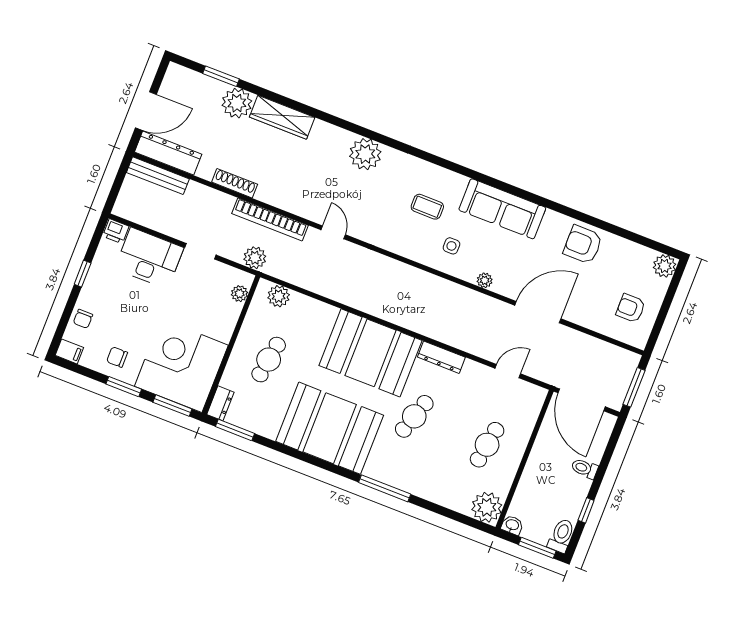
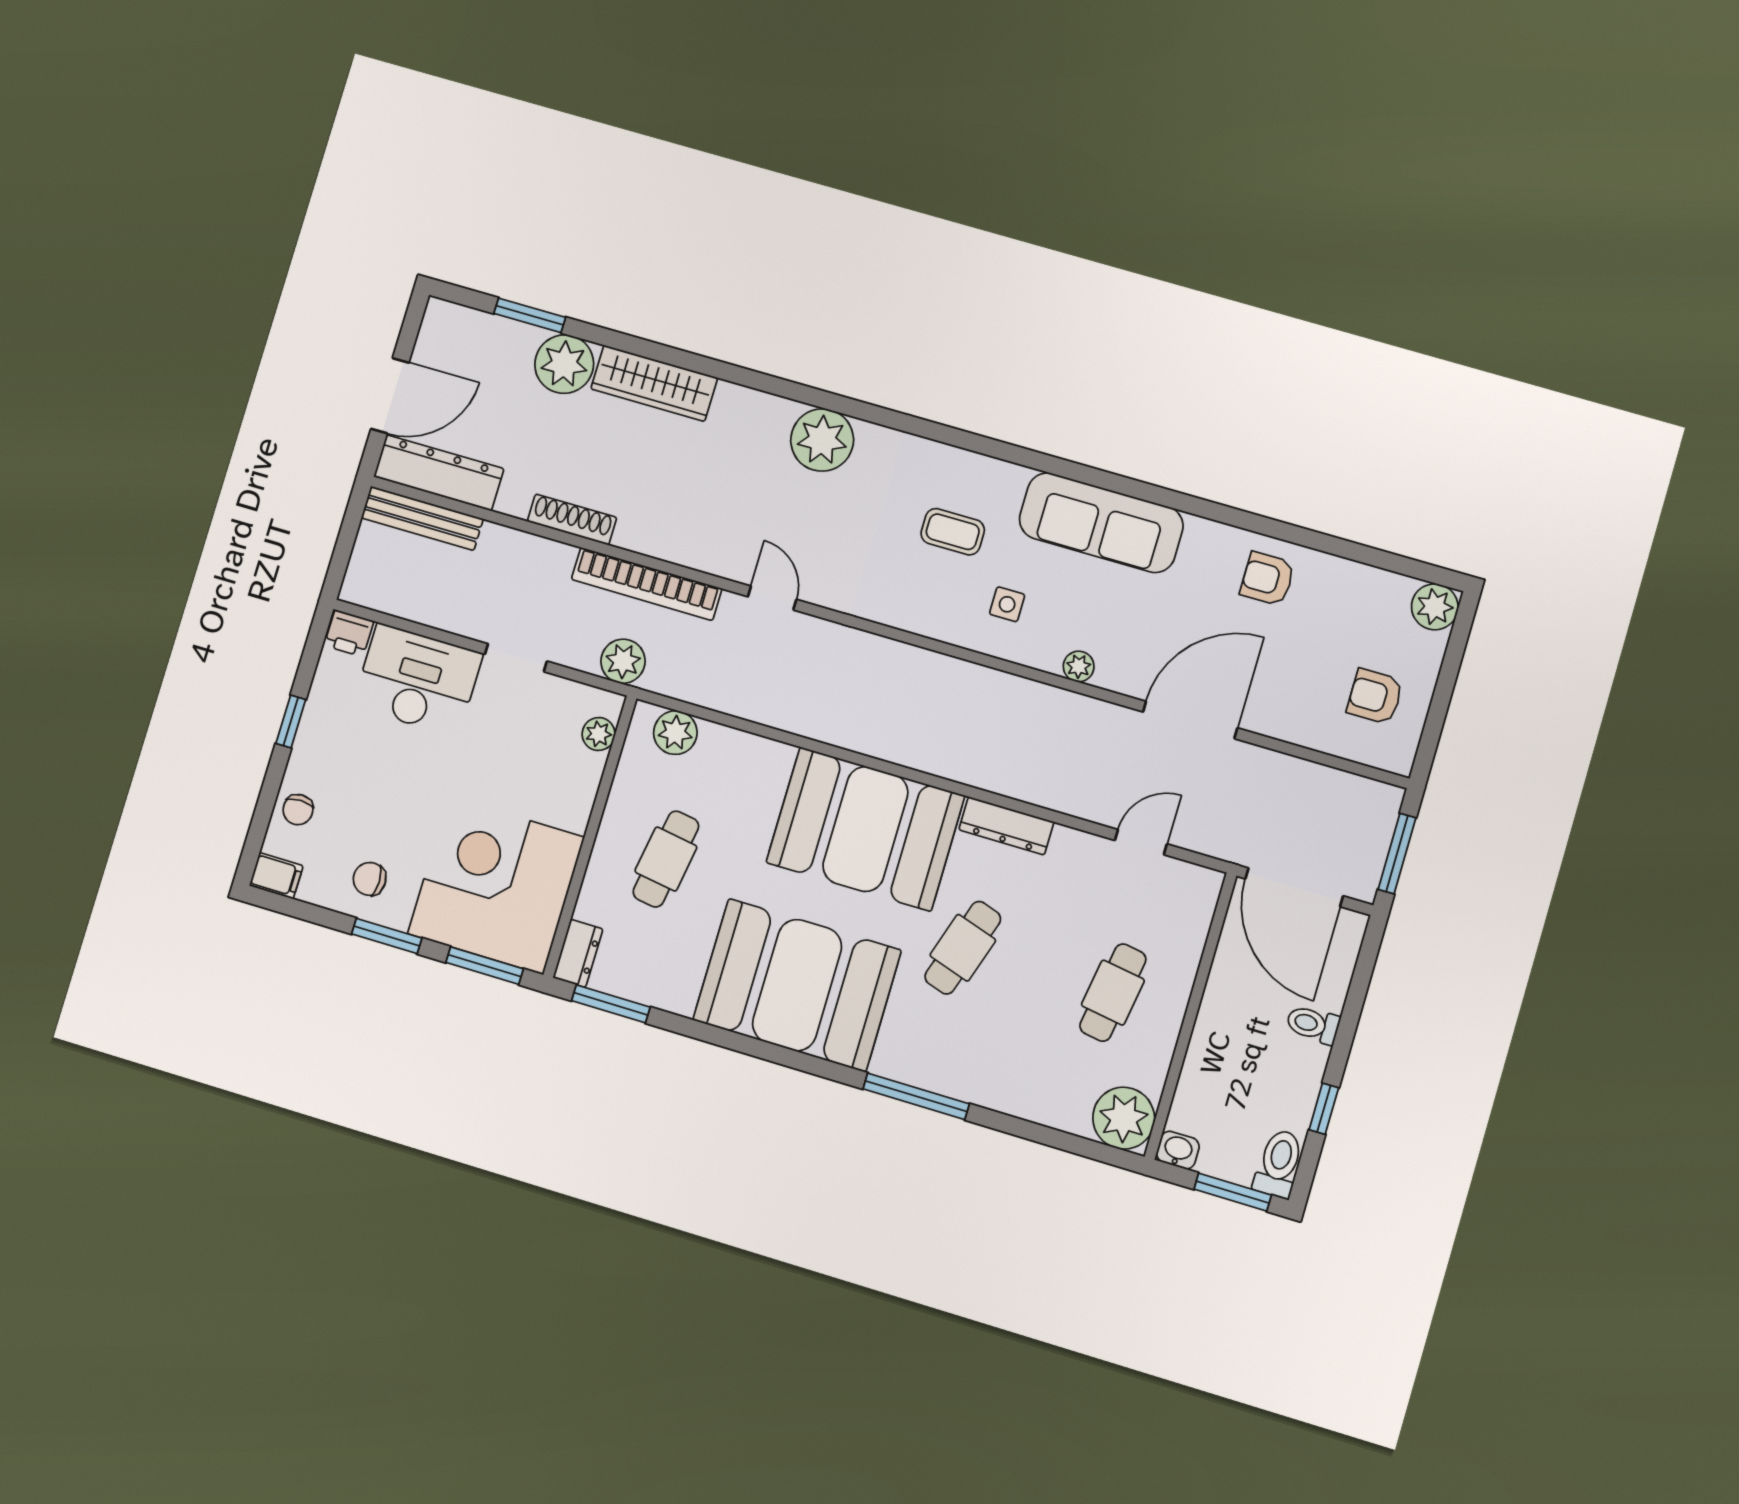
armchair: (583, 245) -> (1267, 579), width x0.72, depth x0.72

